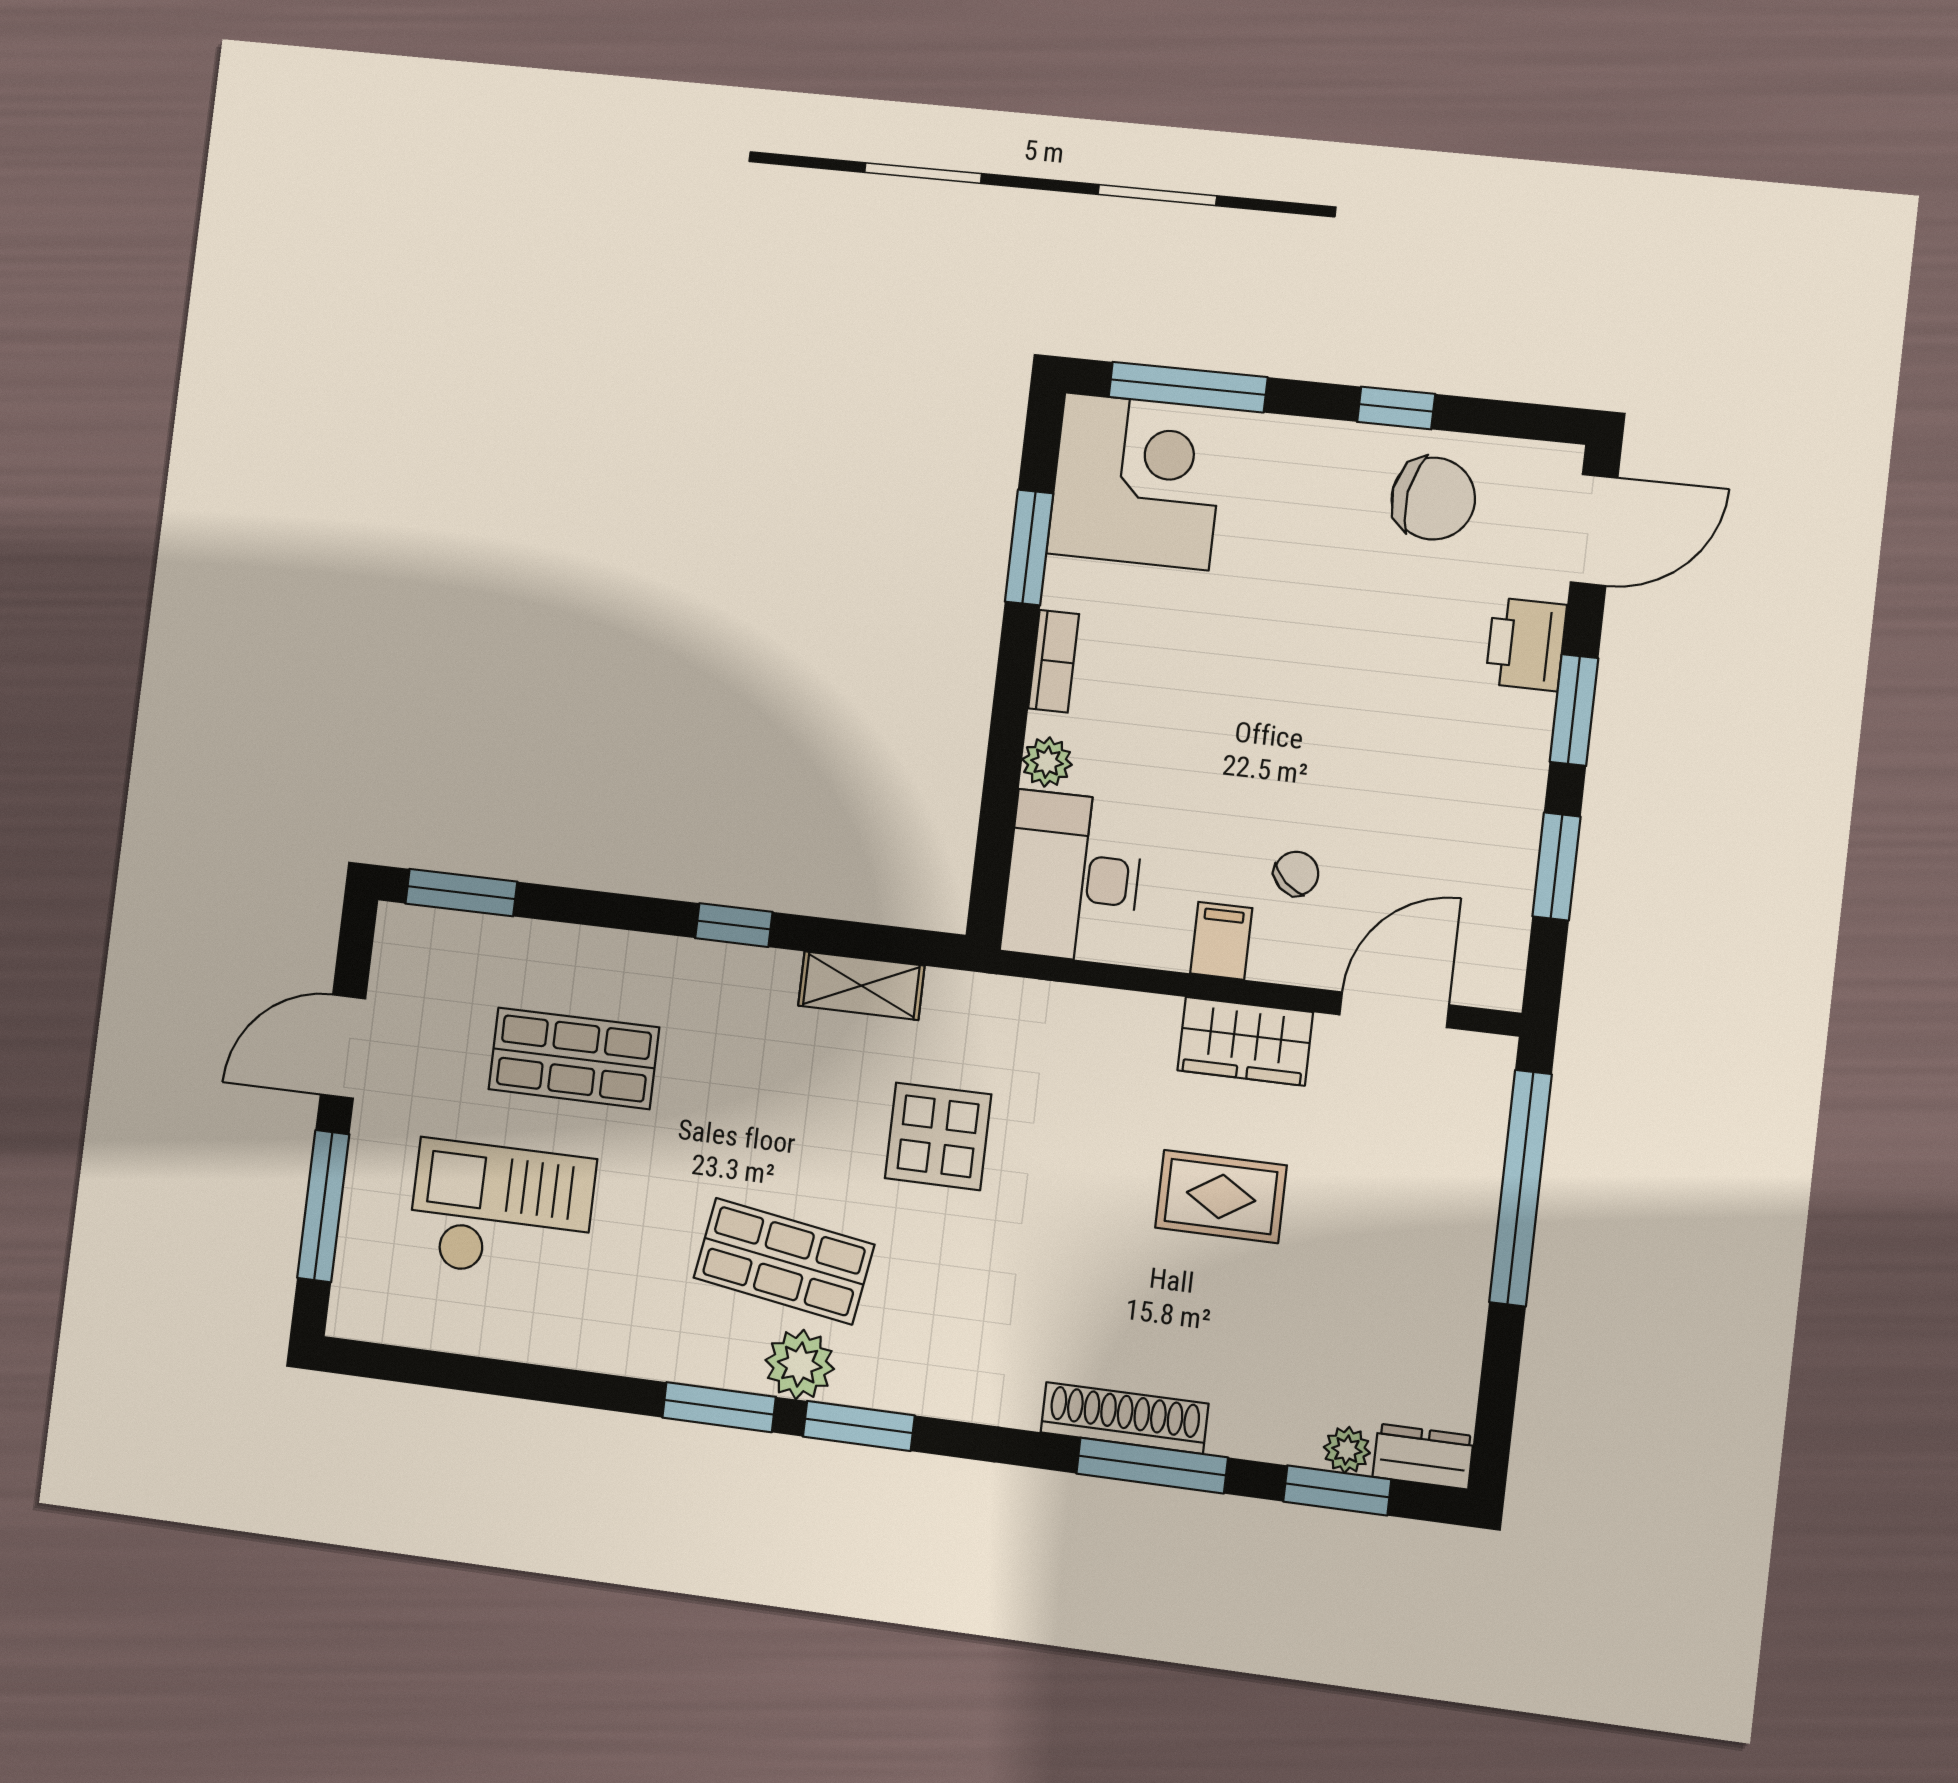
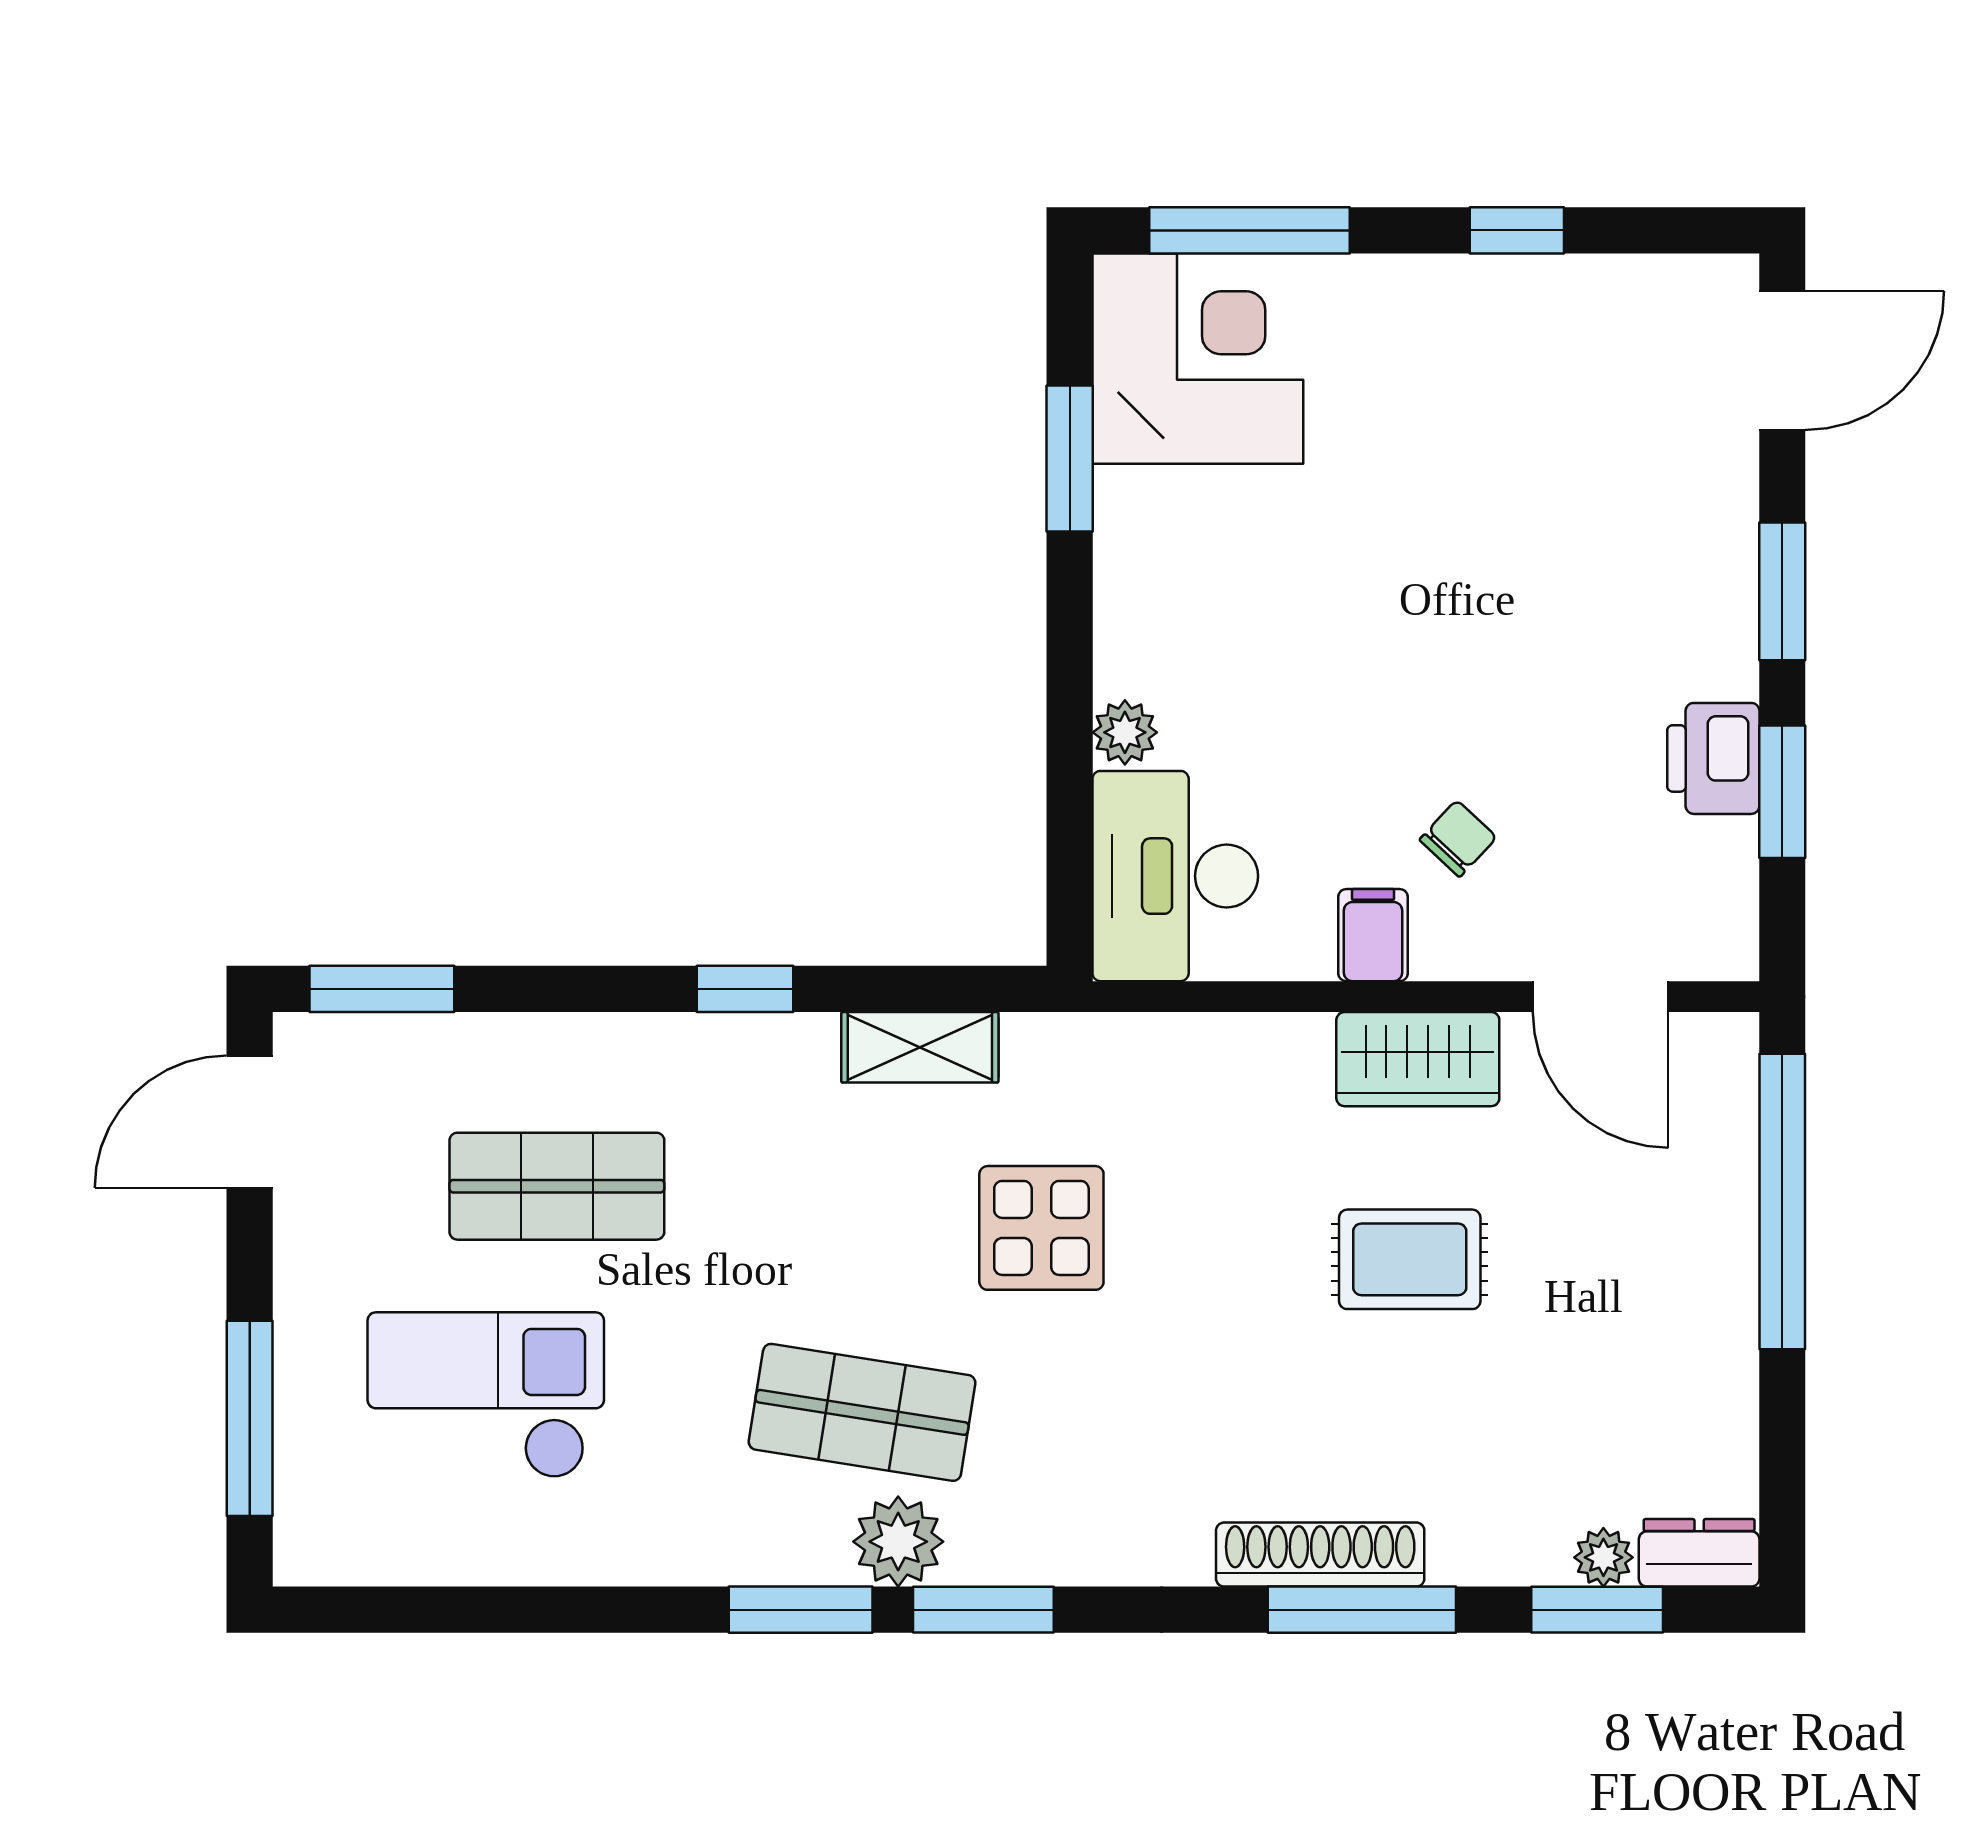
chair: (1433, 499) -> (1577, 341), removed
printer: (1526, 644) -> (1713, 758), moved
bookcase: (1054, 661) -> (1118, 602), removed
door: (1394, 1010) -> (1600, 997), swing flipped
door: (343, 1046) -> (250, 1122), moved

